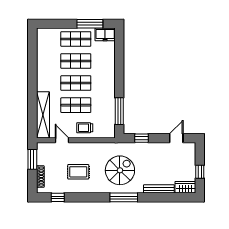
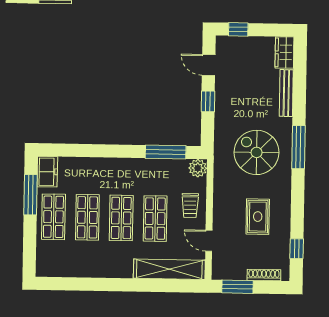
plant: (109, 132) -> (198, 168), added
window: (142, 138) -> (208, 101), moved
door: (62, 140) -> (209, 241), hinge flipped
window: (200, 172) -> (238, 29), moved

